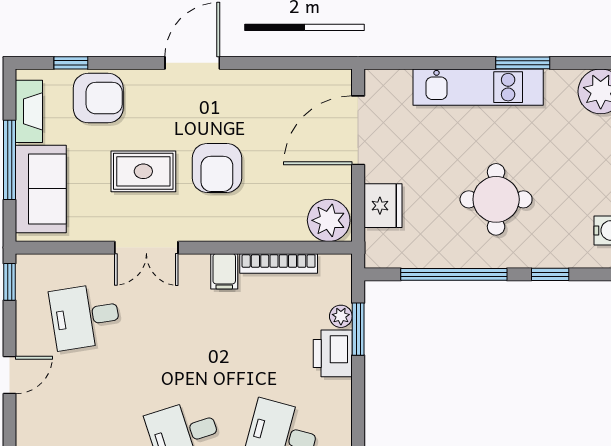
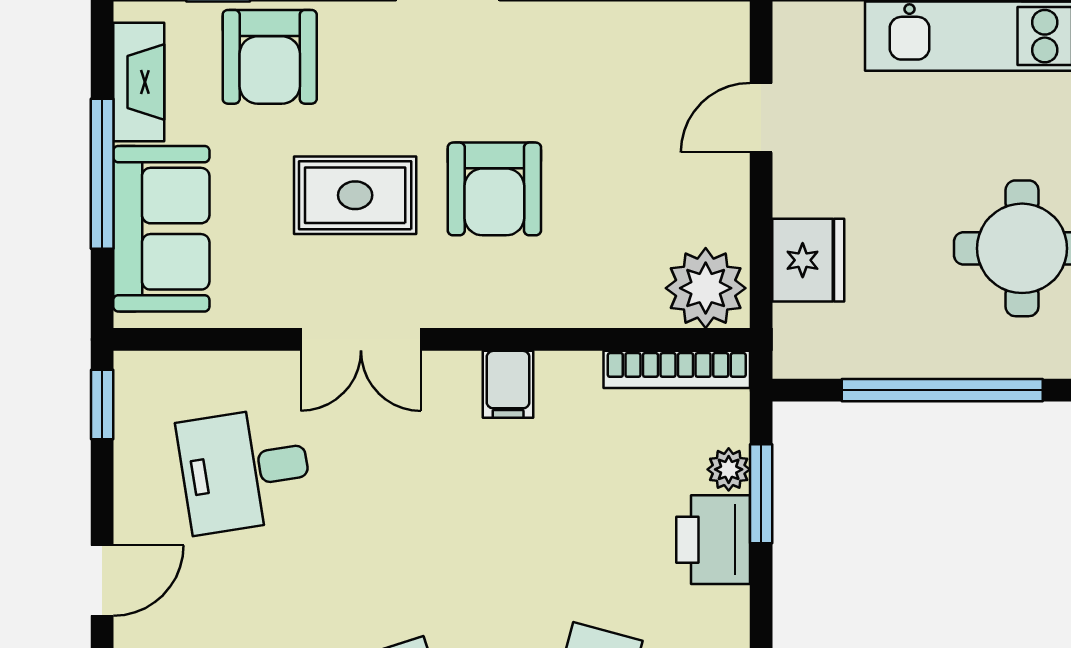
armchair: (98, 98) -> (270, 57), turned 90
door: (358, 130) -> (761, 118), width x0.53
bookcase: (279, 263) -> (677, 369), moved

